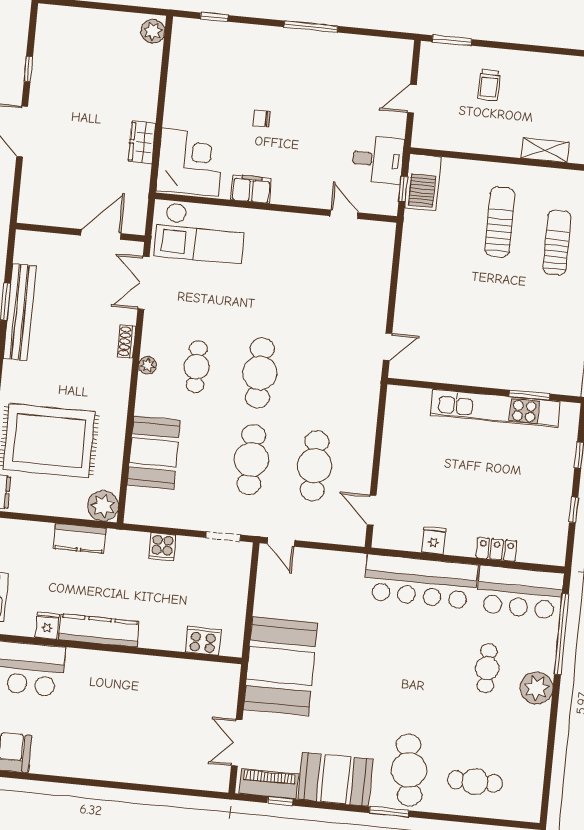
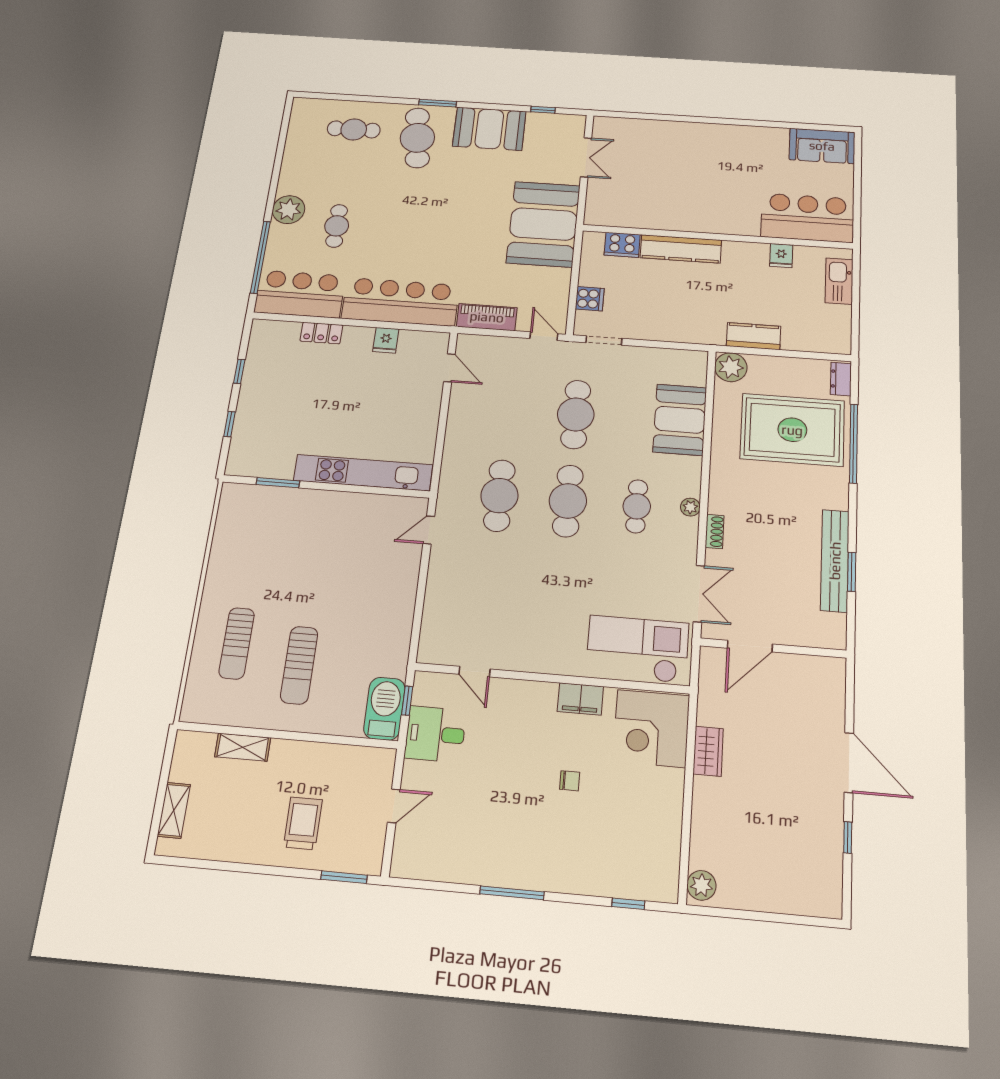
trolley: (489, 85) -> (303, 823), width x1.36, depth x1.39
kitchen unit: (495, 408) -> (363, 473), moved
cafe table: (315, 466) -> (499, 496), moved
cooker: (162, 547) -> (590, 299), moved, turned 90
kitchen counter: (99, 631) -> (681, 249), moved
piano: (269, 784) -> (487, 317), moved, turned 180

